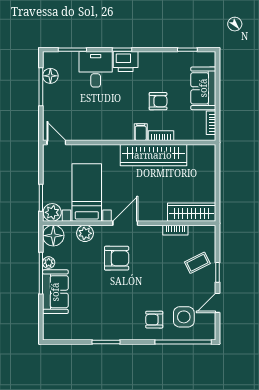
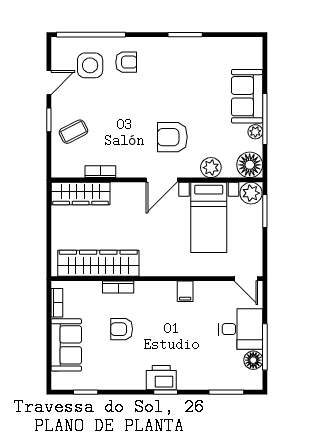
desk: (96, 69) -> (241, 329), moved, turned -90
filing cabinet: (141, 132) -> (185, 291), moved
wardrobe: (153, 155) -> (98, 263), moved

